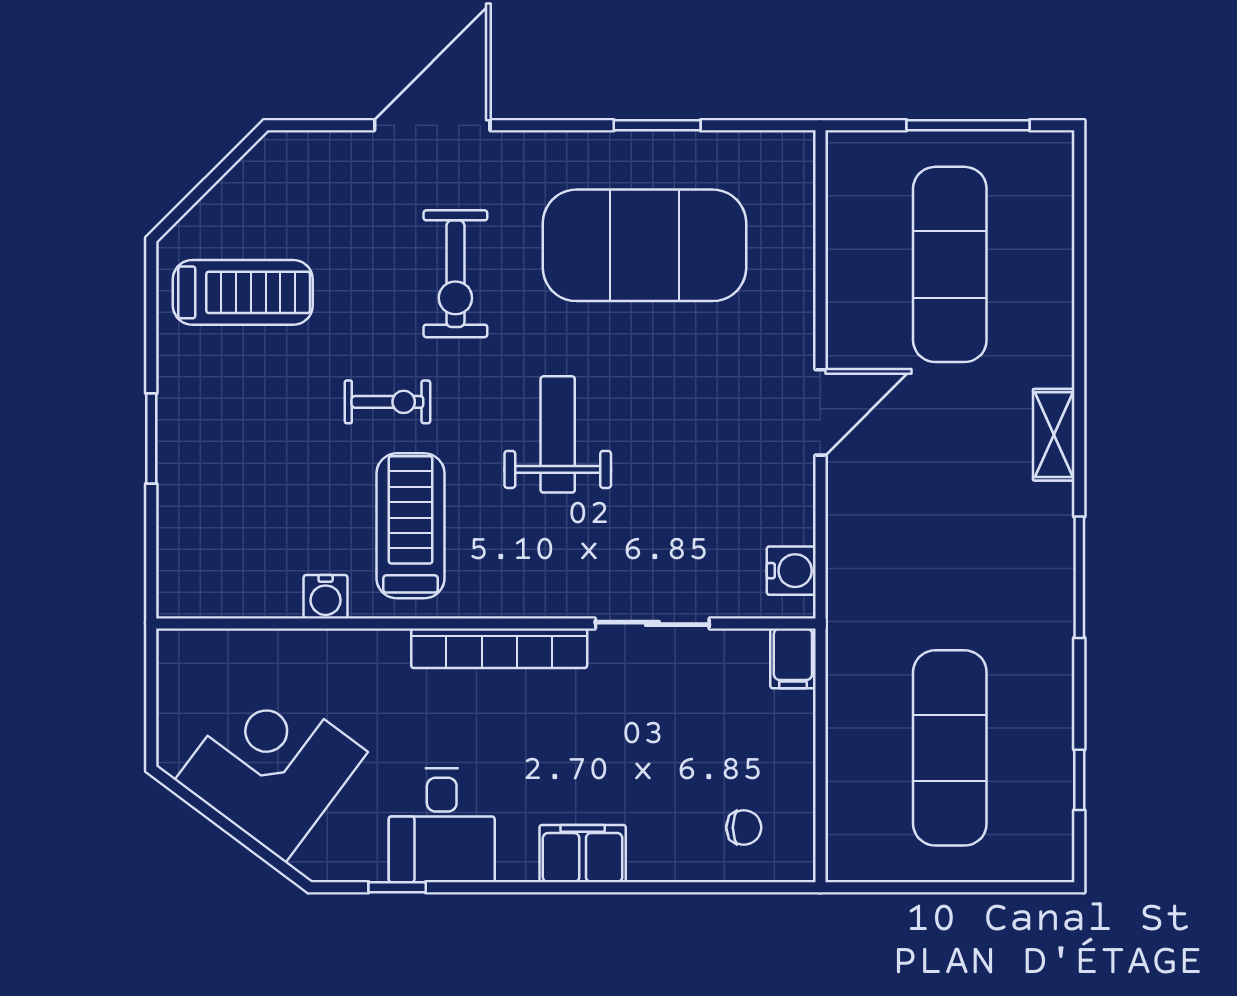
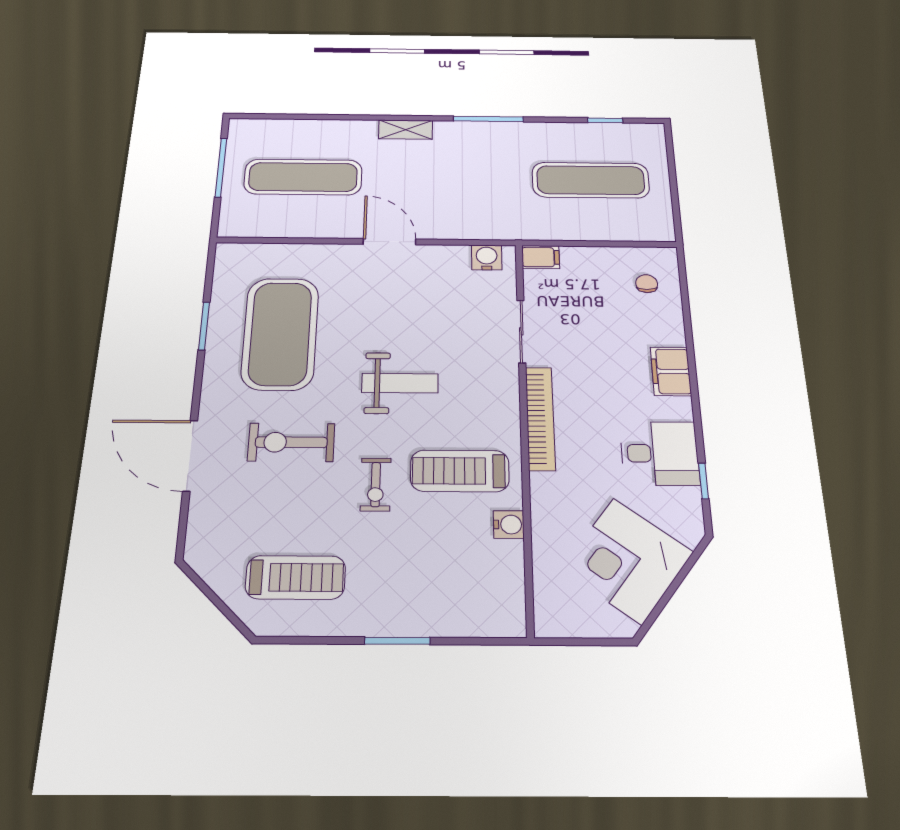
exercise bike: (455, 274) -> (291, 442), turned 180
treadmill: (243, 292) -> (296, 577), turned 90
exercise bike: (387, 402) -> (376, 484), turned 180
weight bench: (558, 434) -> (400, 383), turned 180

